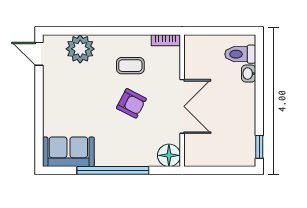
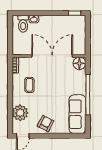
armchair: (131, 103) -> (46, 124), moved
double door: (182, 106) -> (52, 56), width x1.36
sofa: (68, 152) -> (77, 114), width x1.36

